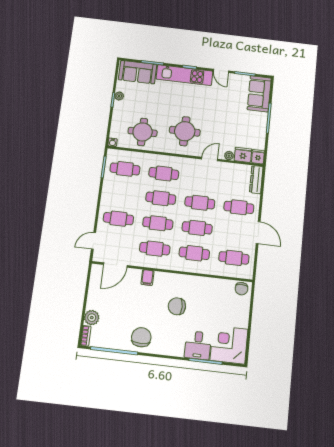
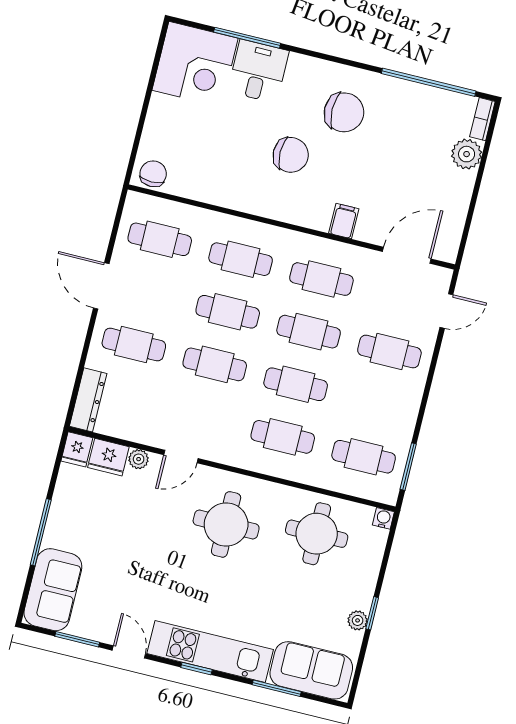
chair: (141, 337) -> (344, 112), moved, turned -90

